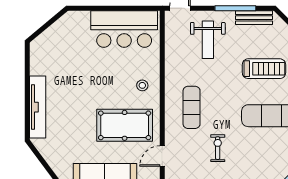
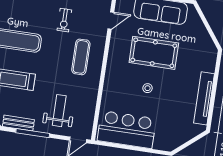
stool: (142, 85) -> (148, 88), moved
tv unit: (38, 107) -> (204, 98), moved
pool table: (125, 125) -> (154, 53), moved

